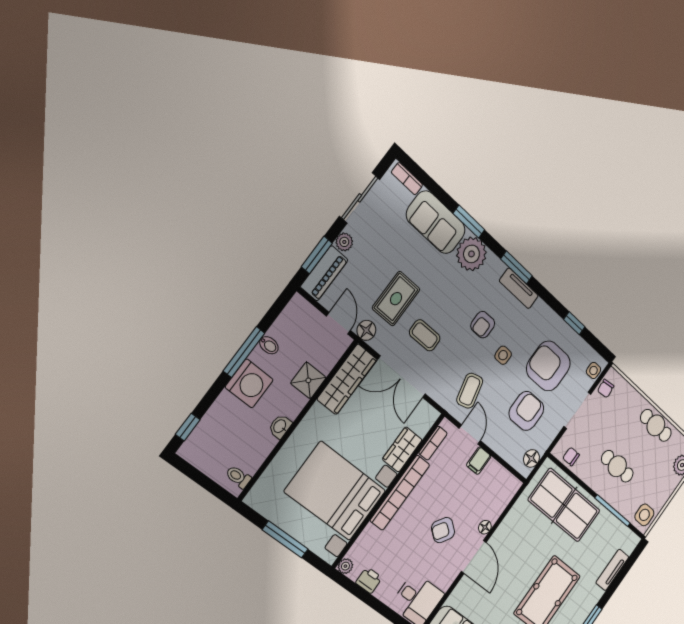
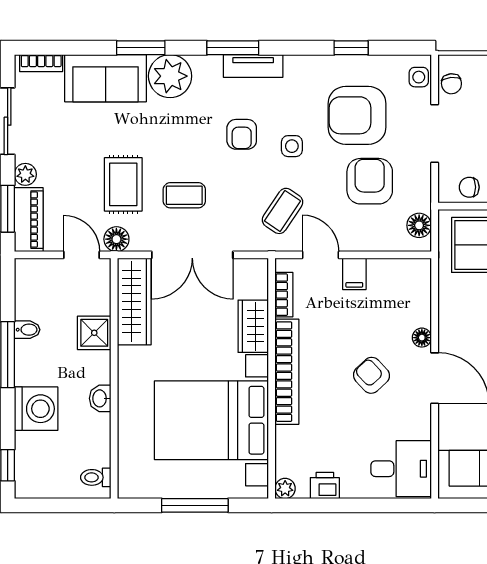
washing machine: (249, 383) -> (36, 409), moved
coffee table: (470, 391) -> (283, 211), turned 49
armchair: (443, 530) -> (371, 375), turned 102

